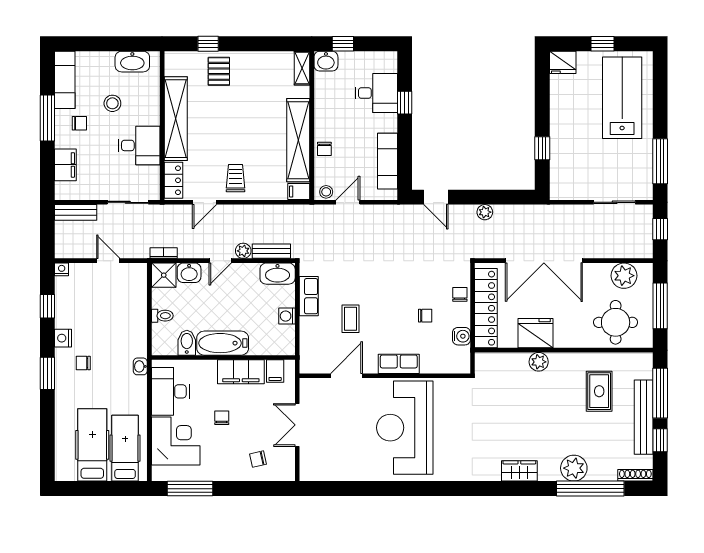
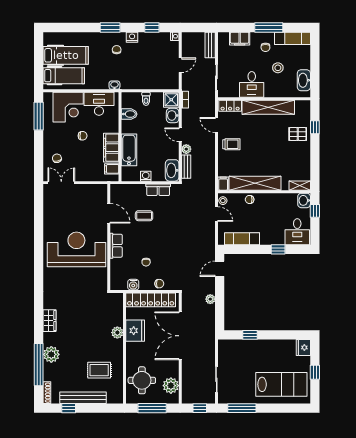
desk: (376, 93) -> (297, 232), moved
bathtub: (223, 343) -> (129, 150), moved
window: (660, 393) -> (98, 408), removed
double door: (297, 425) -> (61, 183), moved

